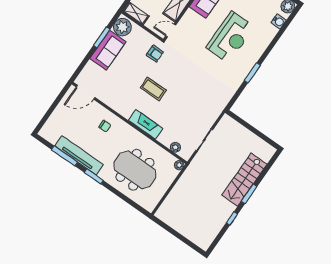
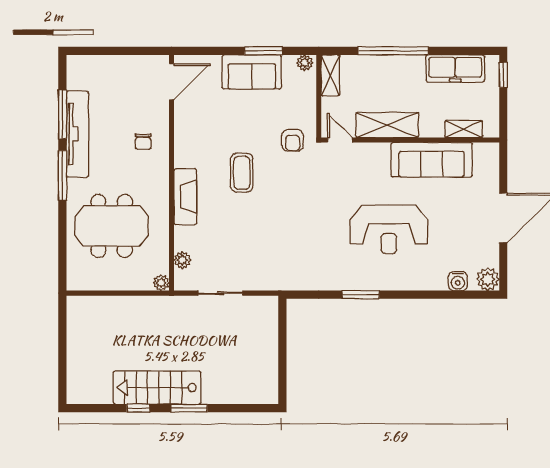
plant: (122, 27) -> (305, 63), width x0.53, depth x0.53
door: (86, 92) -> (171, 82), swing flipped
meeting table: (135, 170) -> (112, 226), turned 90
window: (94, 176) -> (62, 175), width x1.44
stairs: (244, 180) -> (157, 388), moved

